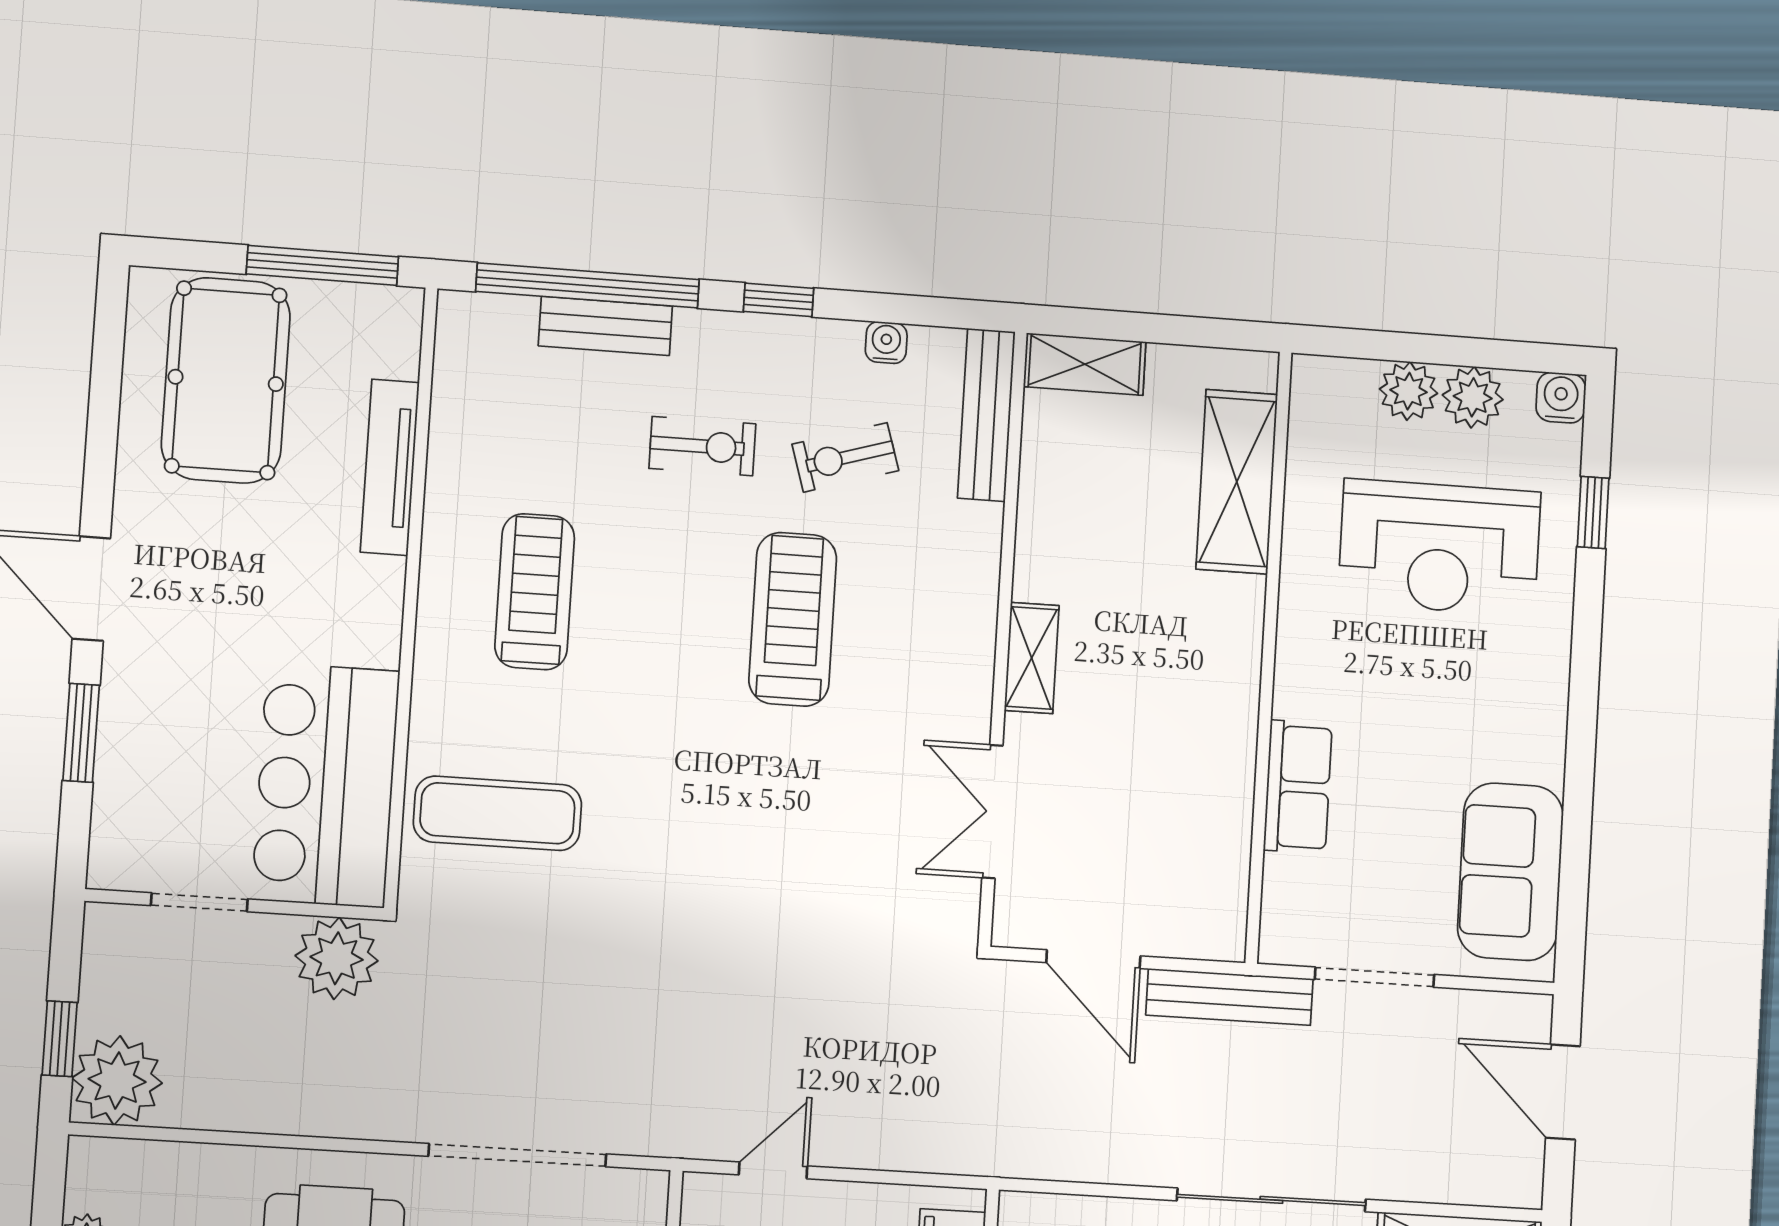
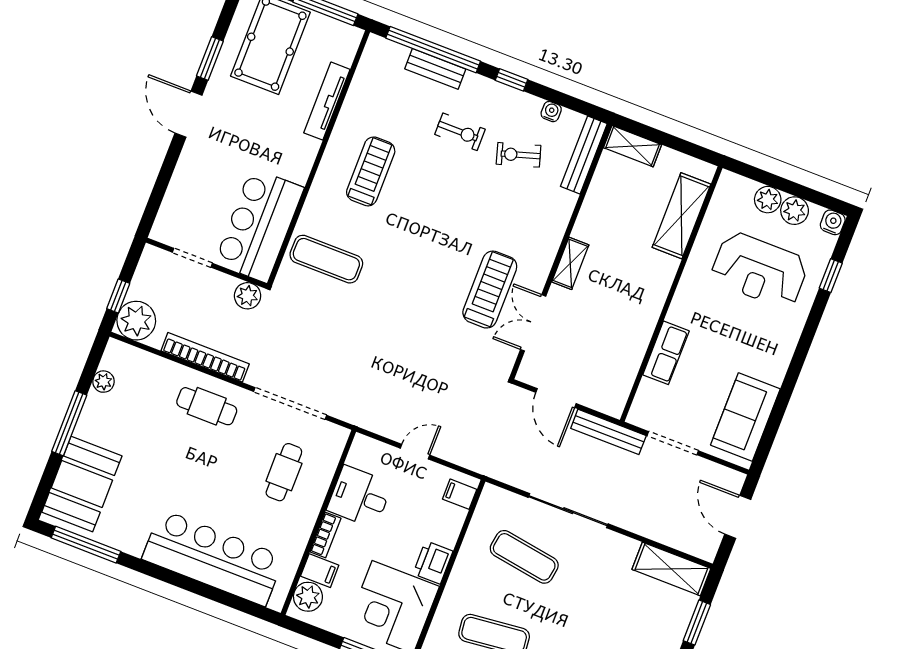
treadmill: (793, 619) -> (490, 290), moved
window: (81, 733) -> (210, 59), moved
plant: (337, 958) -> (248, 296), width x0.73, depth x0.73
bookcase: (297, 1113) -> (205, 357), added
door: (773, 1170) -> (415, 452), moved
sliding door: (1271, 1200) -> (568, 511), moved

